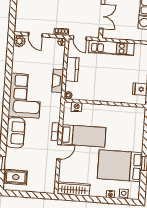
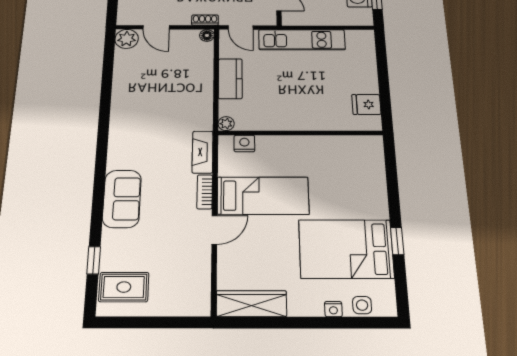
fireplace: (58, 81) -> (203, 152), moved
corner sofa: (25, 96) -> (140, 130), removed

